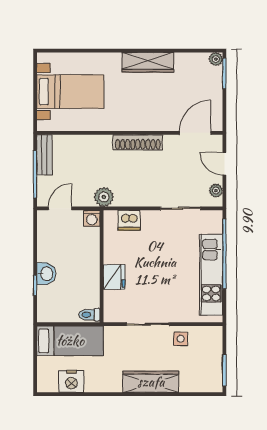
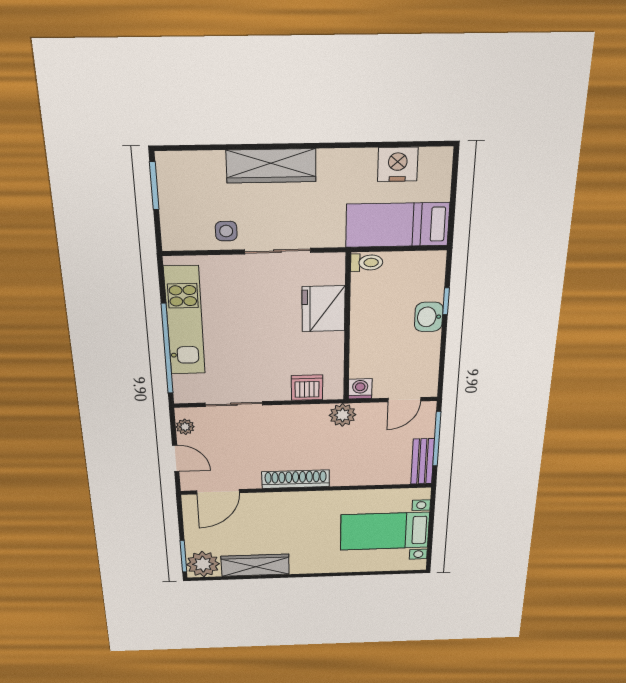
plant: (216, 59) -> (203, 564), width x1.88, depth x1.88
wardrobe: (148, 62) -> (255, 565), moved
fridge: (114, 277) -> (324, 309), width x1.36, depth x1.34

